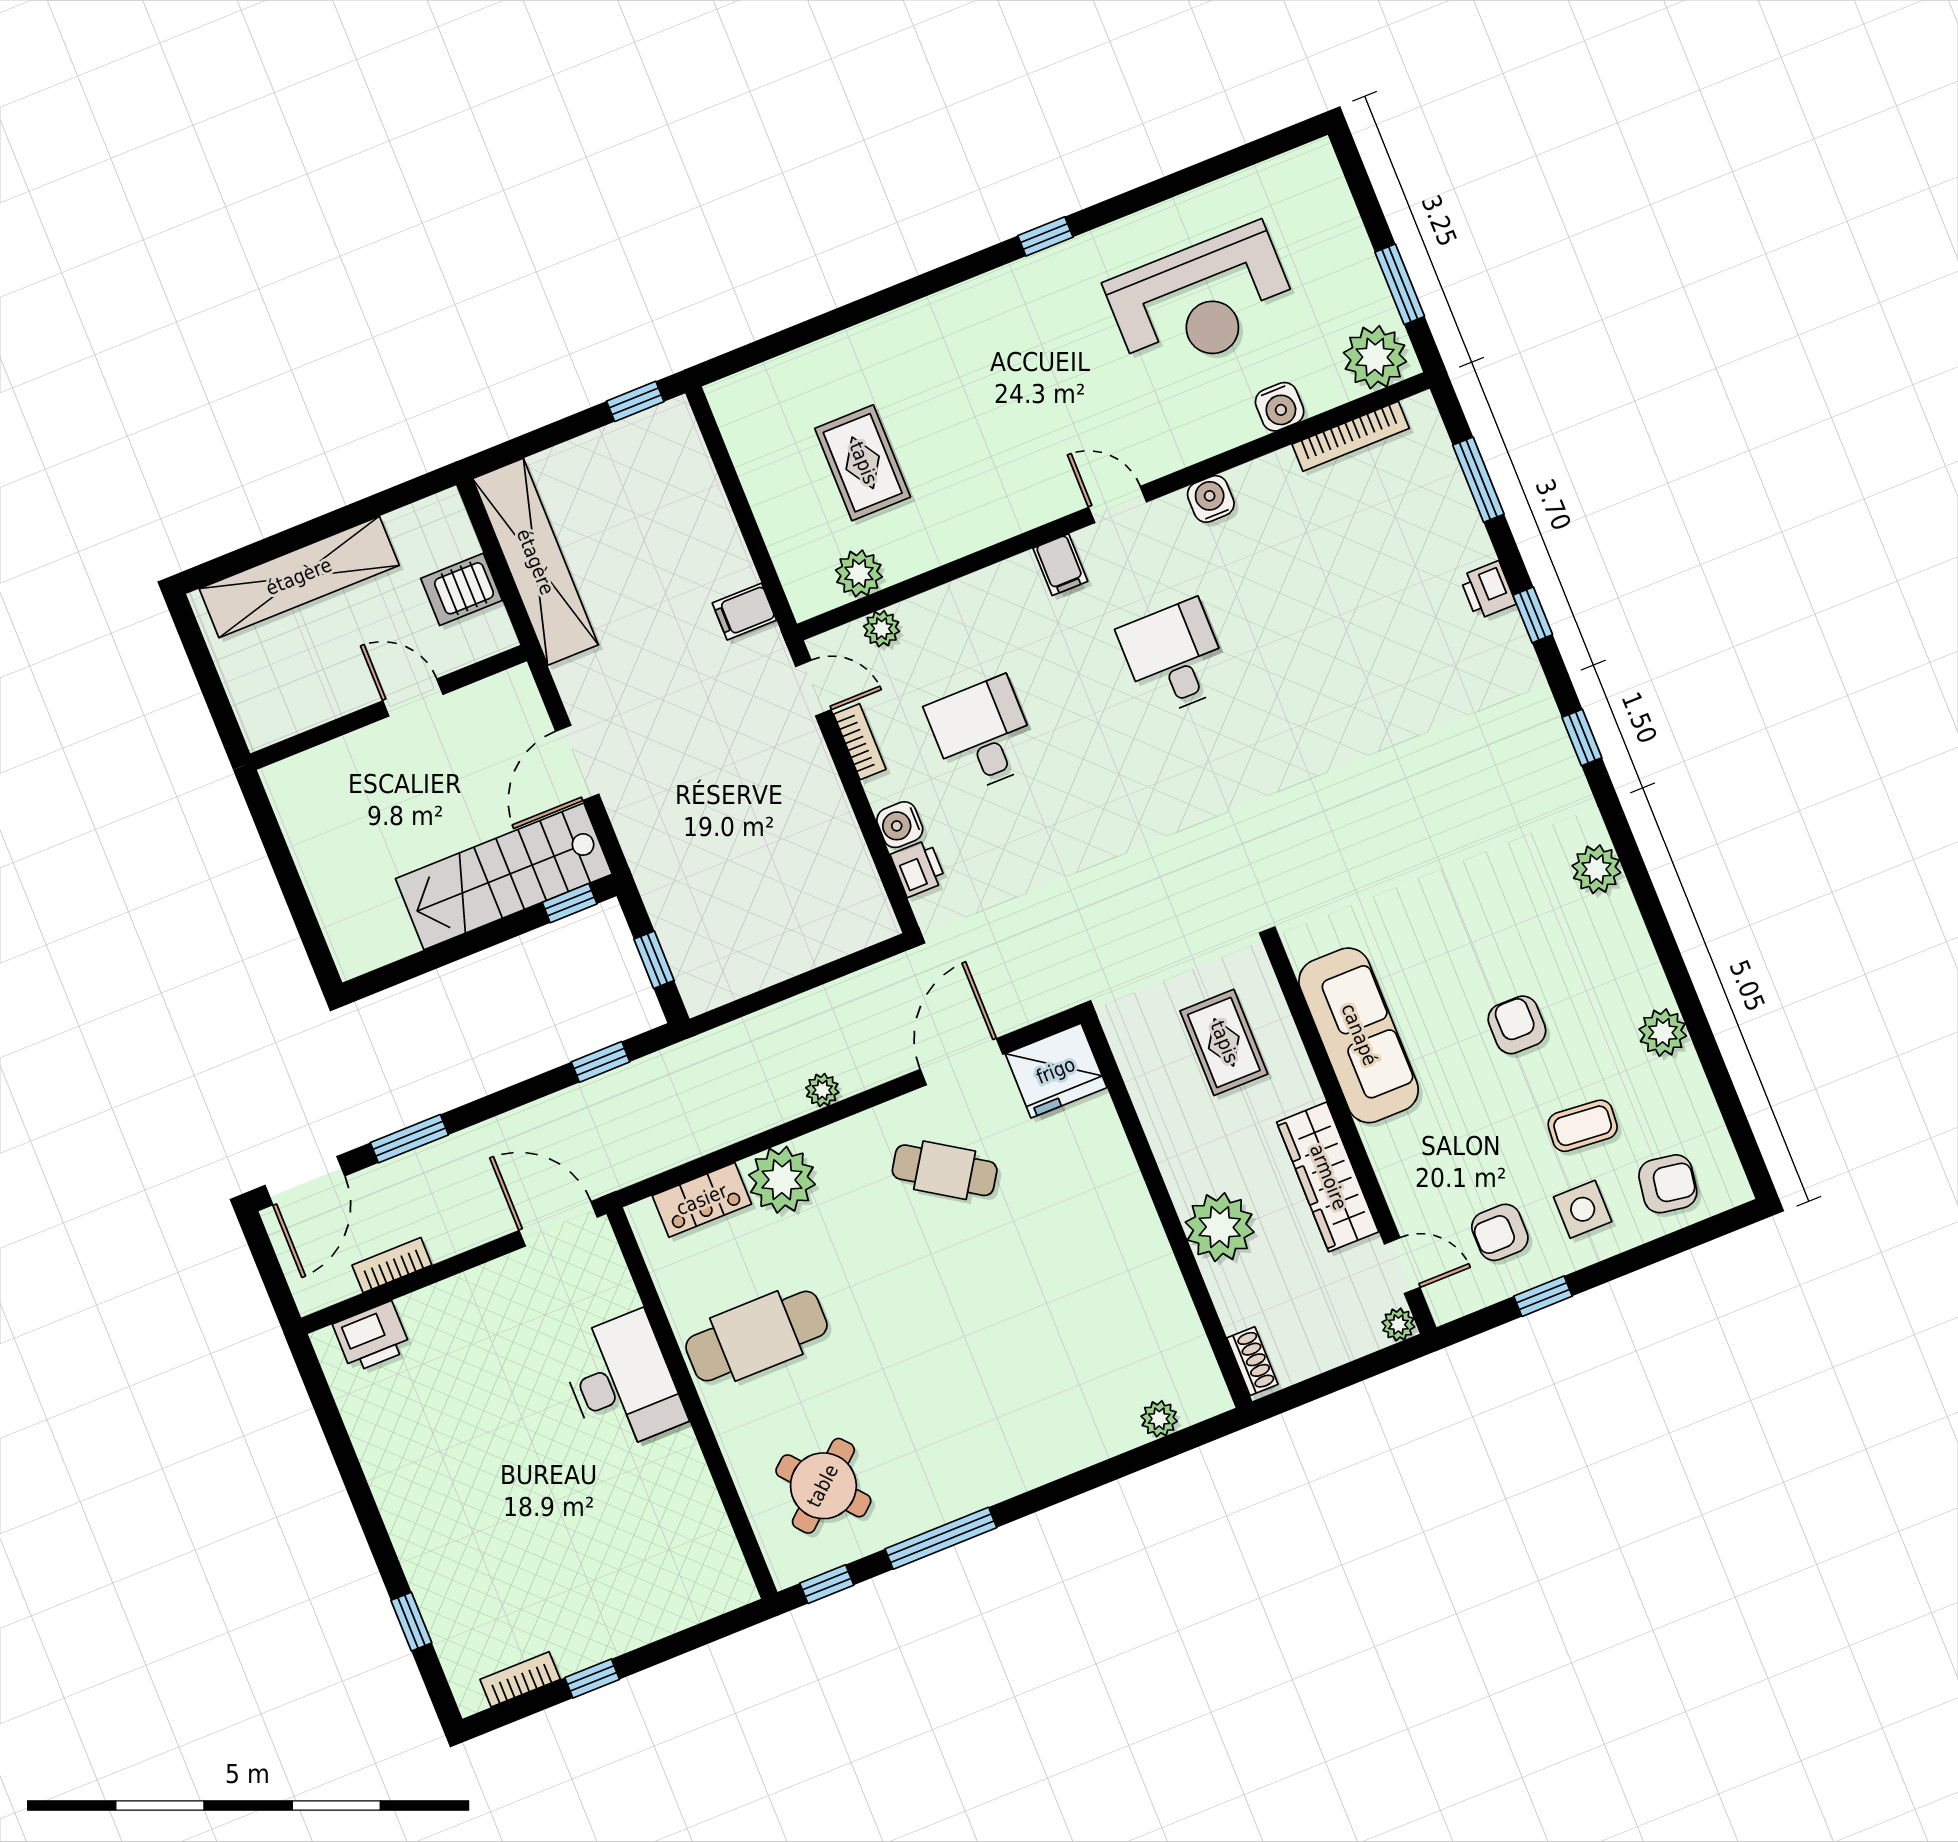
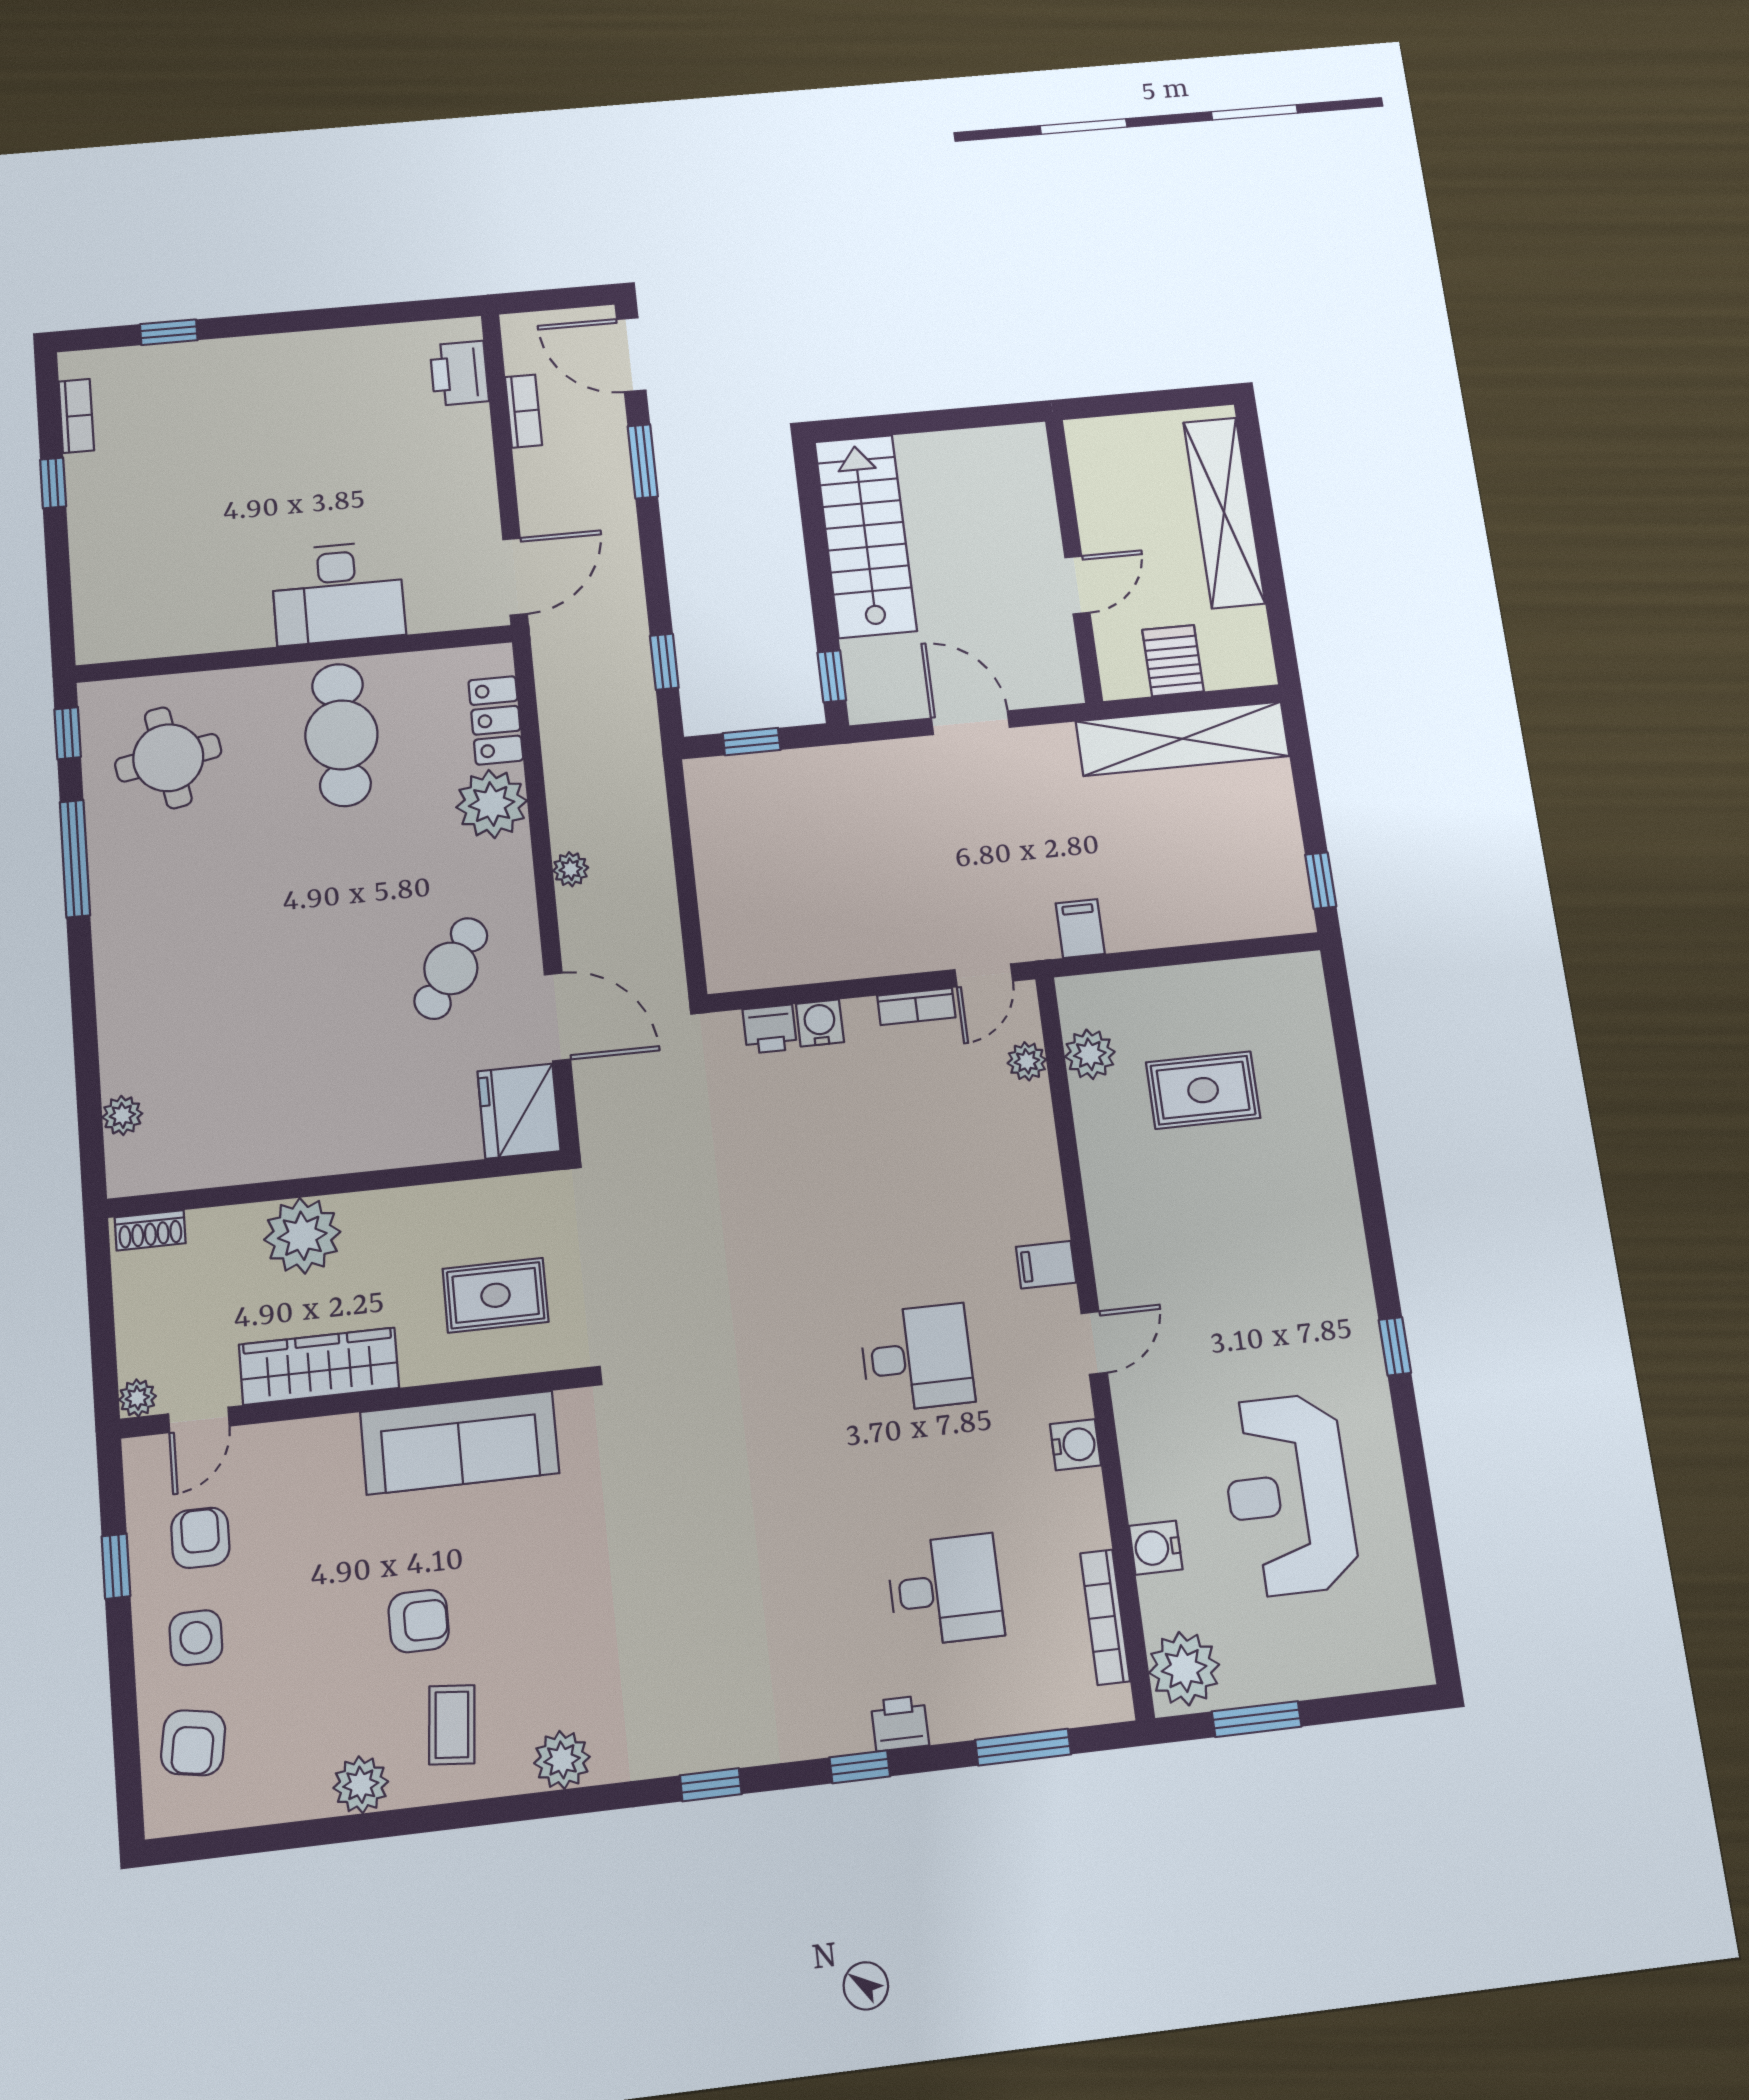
desk: (982, 735) -> (945, 1590), moved
stairs: (504, 876) -> (866, 536), moved
coffee table: (1583, 1126) -> (452, 1725), moved
round table: (823, 1486) -> (168, 758), turned 31

